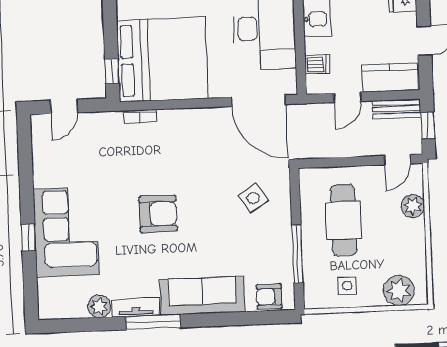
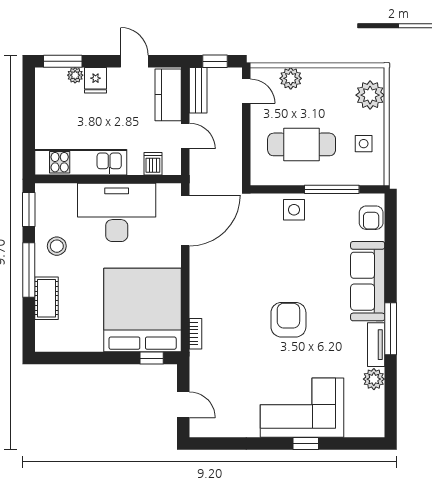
side table: (253, 198) -> (294, 210), moved, turned 34

